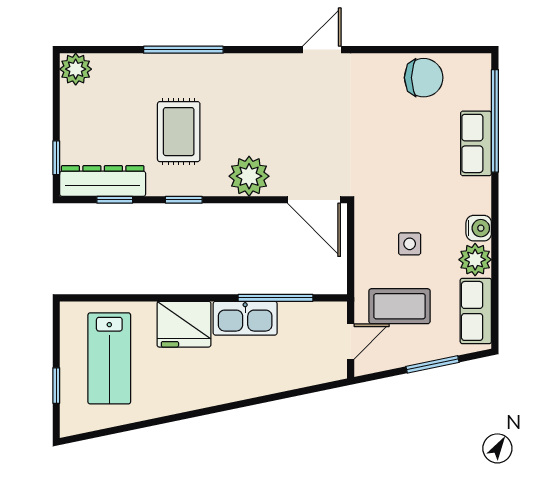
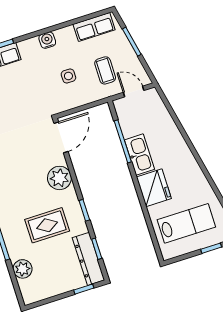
plant: (76, 69) -> (23, 269), moved
plant: (475, 260) -> (65, 37), removed
coffee table: (400, 306) -> (105, 70), width x0.73, depth x0.77

